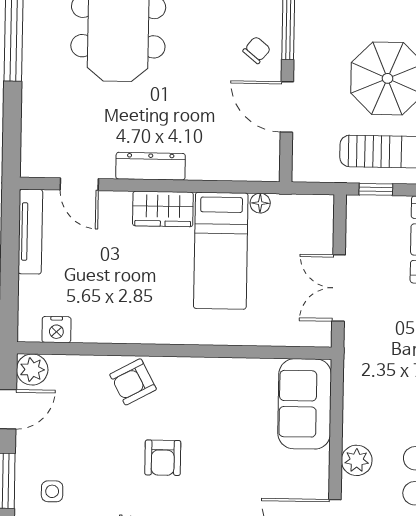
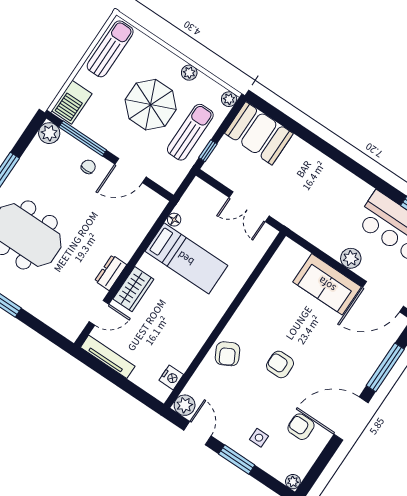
chair: (257, 50) -> (88, 167), turned 50
dresser: (151, 166) -> (111, 273), width x0.70
wardrobe: (163, 209) -> (133, 289), moved
sofa: (305, 404) -> (327, 284), moved
armchair: (163, 458) -> (280, 364), turned 180

